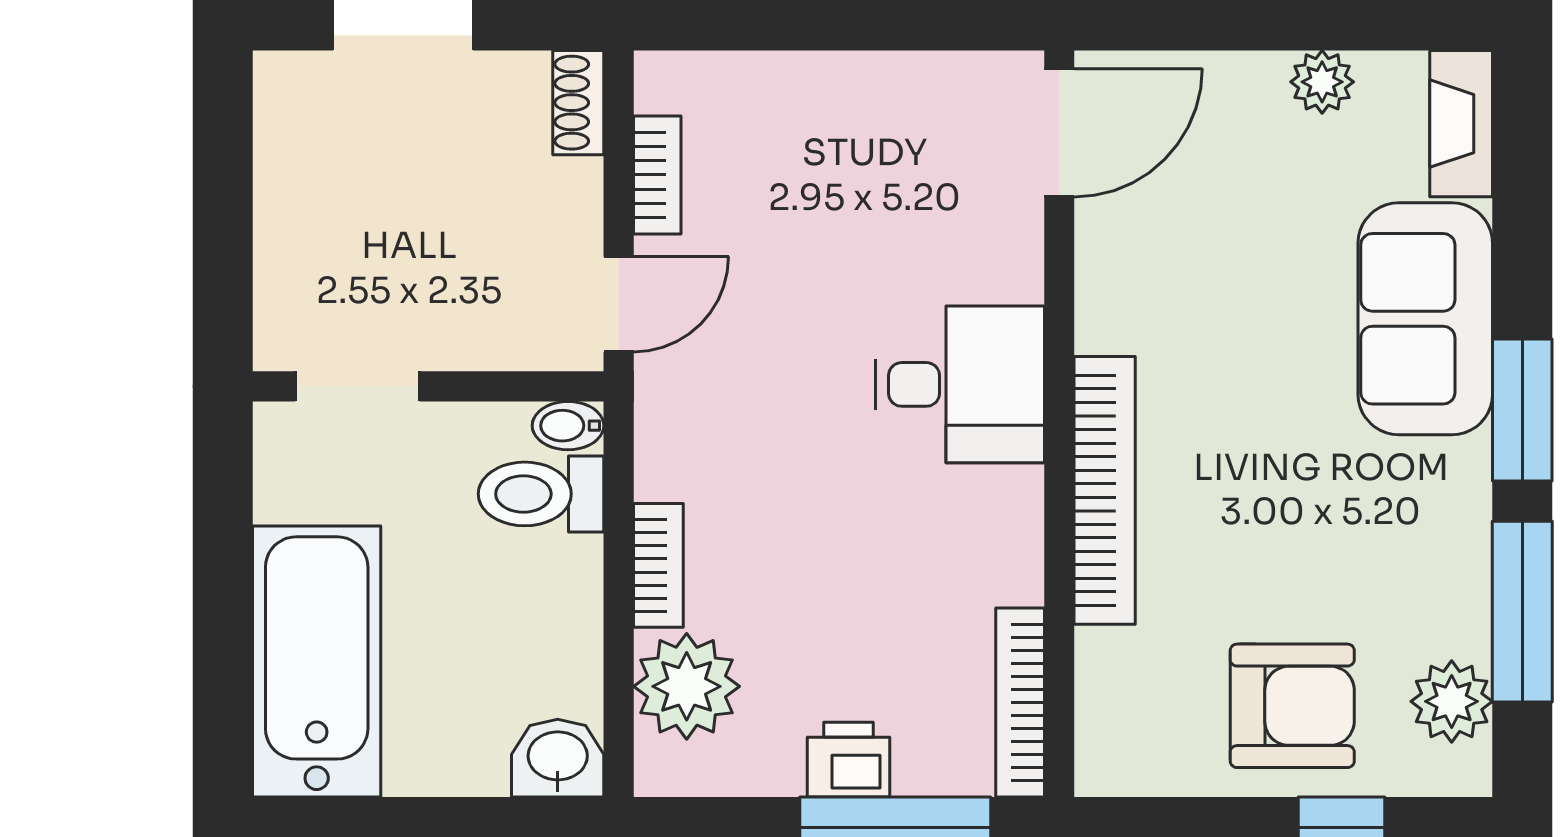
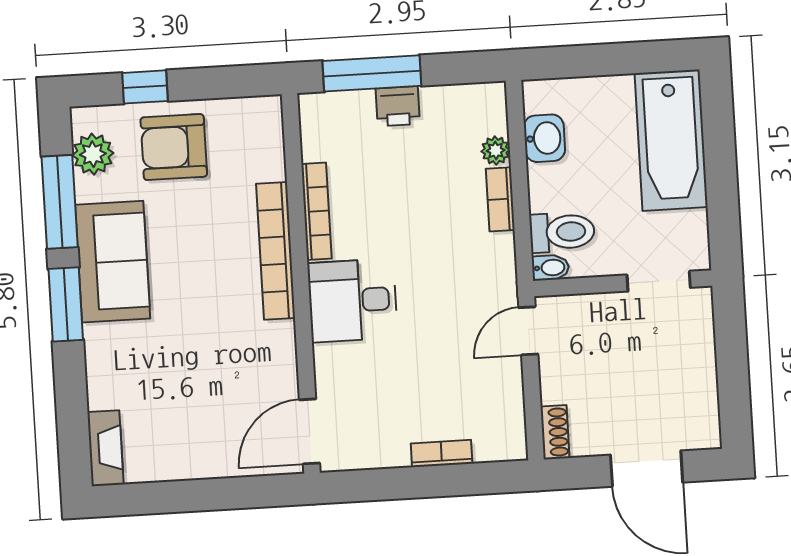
plant: (1322, 82) -> (177, 465), removed
bookcase: (657, 175) -> (442, 454), moved, turned 90
sofa: (1425, 319) -> (113, 262), moved
plant: (687, 686) -> (496, 150), width x0.53, depth x0.53
bookcase: (1020, 702) -> (316, 211), moved
washbasin: (558, 758) -> (544, 138), moved, turned -90

